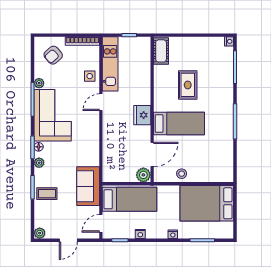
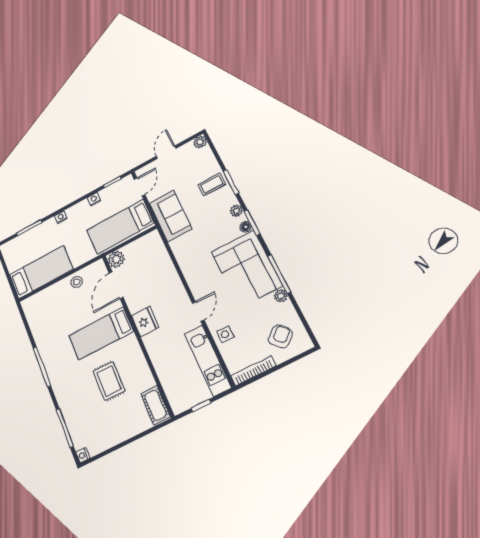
bed: (207, 203) -> (41, 272), width x0.67

